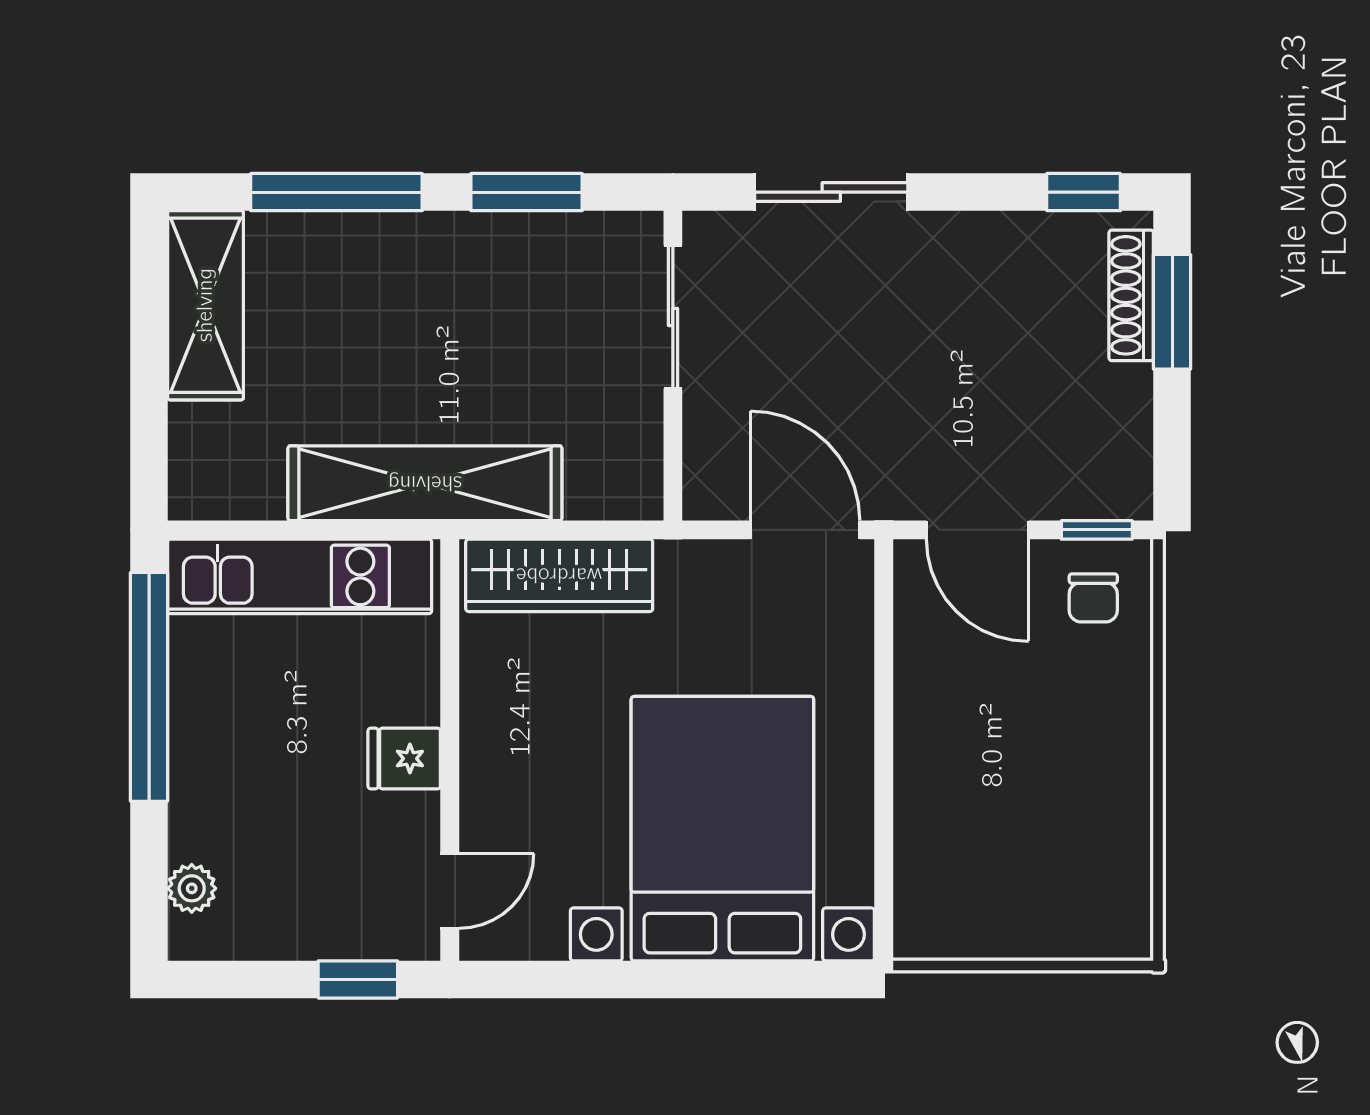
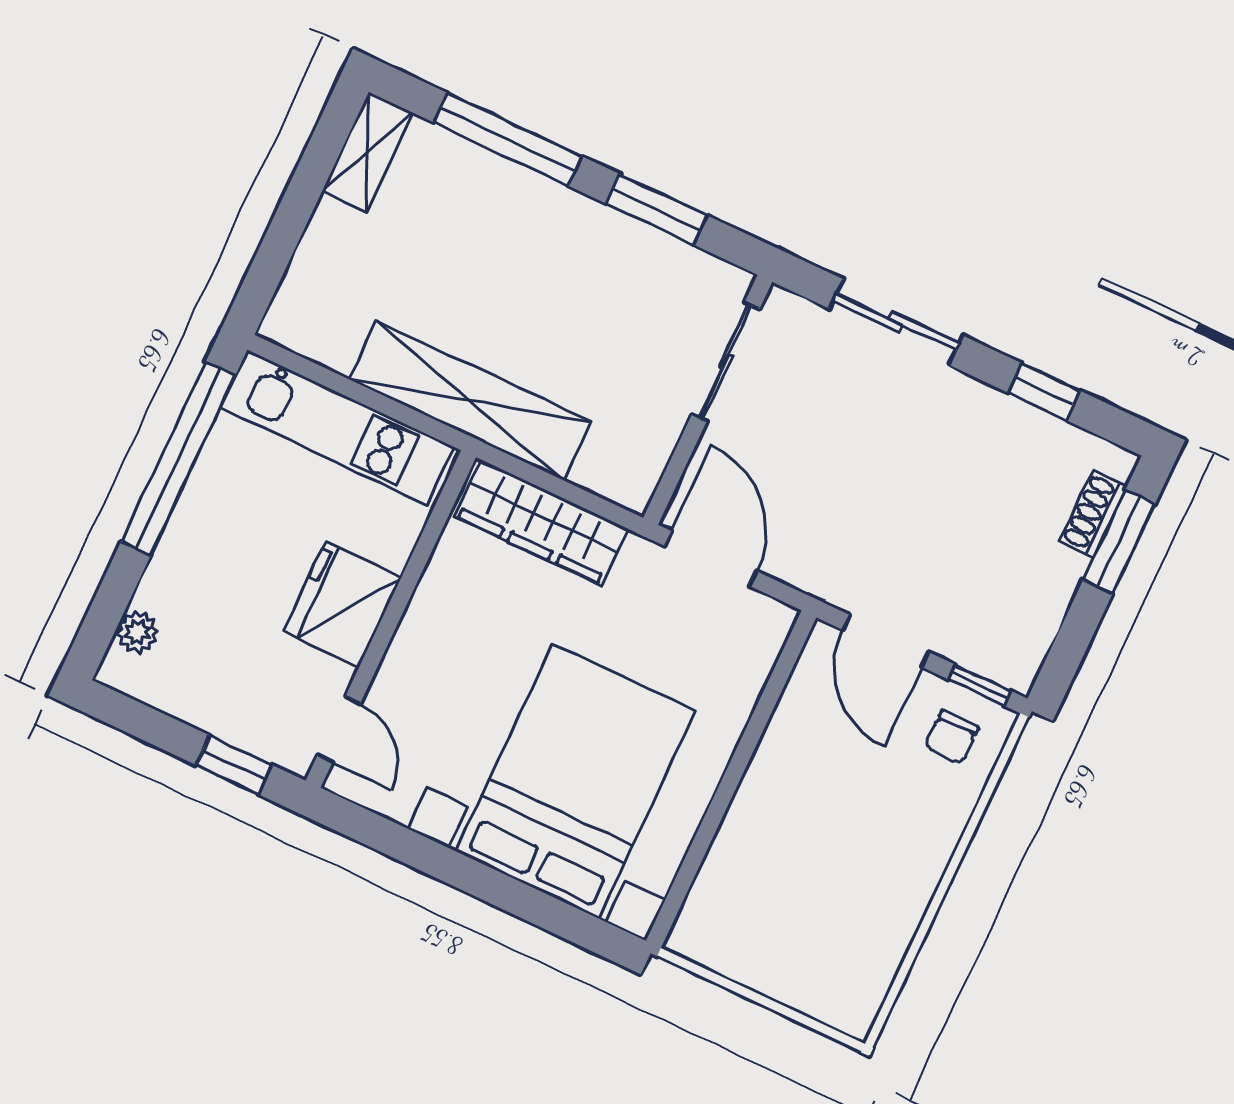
window: (1084, 192) -> (1044, 392), moved
shoe rack: (1131, 295) -> (1093, 514), width x0.70
shelving: (205, 305) -> (368, 152), width x0.67, depth x0.75
door: (805, 530) -> (711, 559), moved
fridge: (404, 759) -> (342, 604), width x1.88, depth x1.34
door: (450, 891) -> (339, 729), hinge flipped

